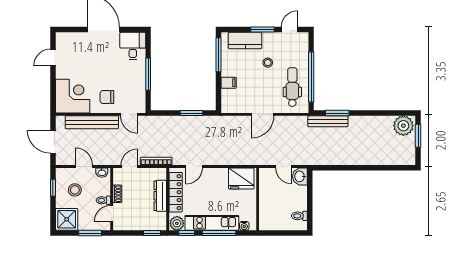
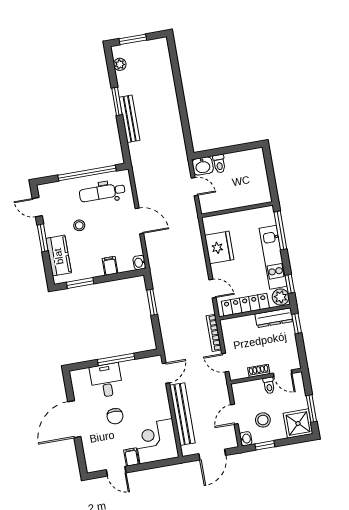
desk: (133, 46) -> (106, 380), moved, turned 90
window: (219, 55) -> (80, 283), width x0.69
filing cabinet: (63, 72) -> (131, 457), added
chair: (107, 97) -> (115, 416), moved
washbasin: (227, 108) -> (139, 263), added
window: (337, 113) -> (117, 101), moved
bench: (328, 121) -> (130, 119), moved
plant: (403, 126) -> (120, 64), width x0.53, depth x0.53
door: (284, 167) -> (195, 187), hinge flipped
washbasin: (102, 173) -> (246, 439), moved
fridge: (241, 178) -> (219, 247), moved
dresser: (160, 196) -> (274, 318), moved
toilet: (299, 216) -> (219, 164), moved
water cooler: (244, 226) -> (270, 220), removed
window: (90, 233) -> (311, 408), moved
window: (219, 233) -> (280, 230), moved

